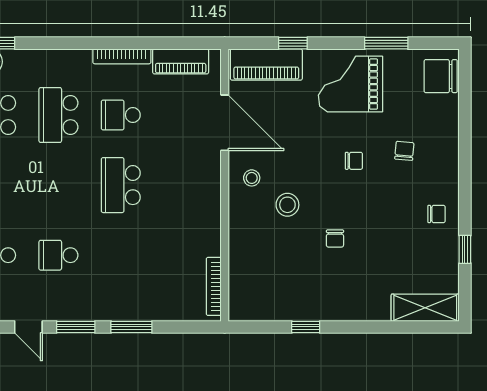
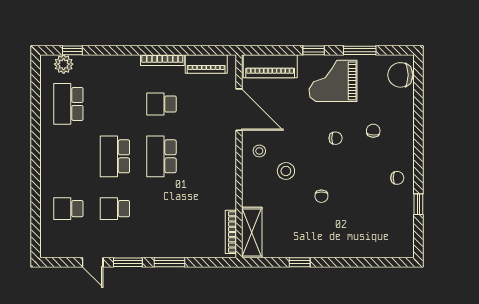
window: (293, 43) -> (314, 50), moved
school desk: (58, 115) -> (115, 156), moved
shelving: (425, 308) -> (252, 233), moved, turned 90

